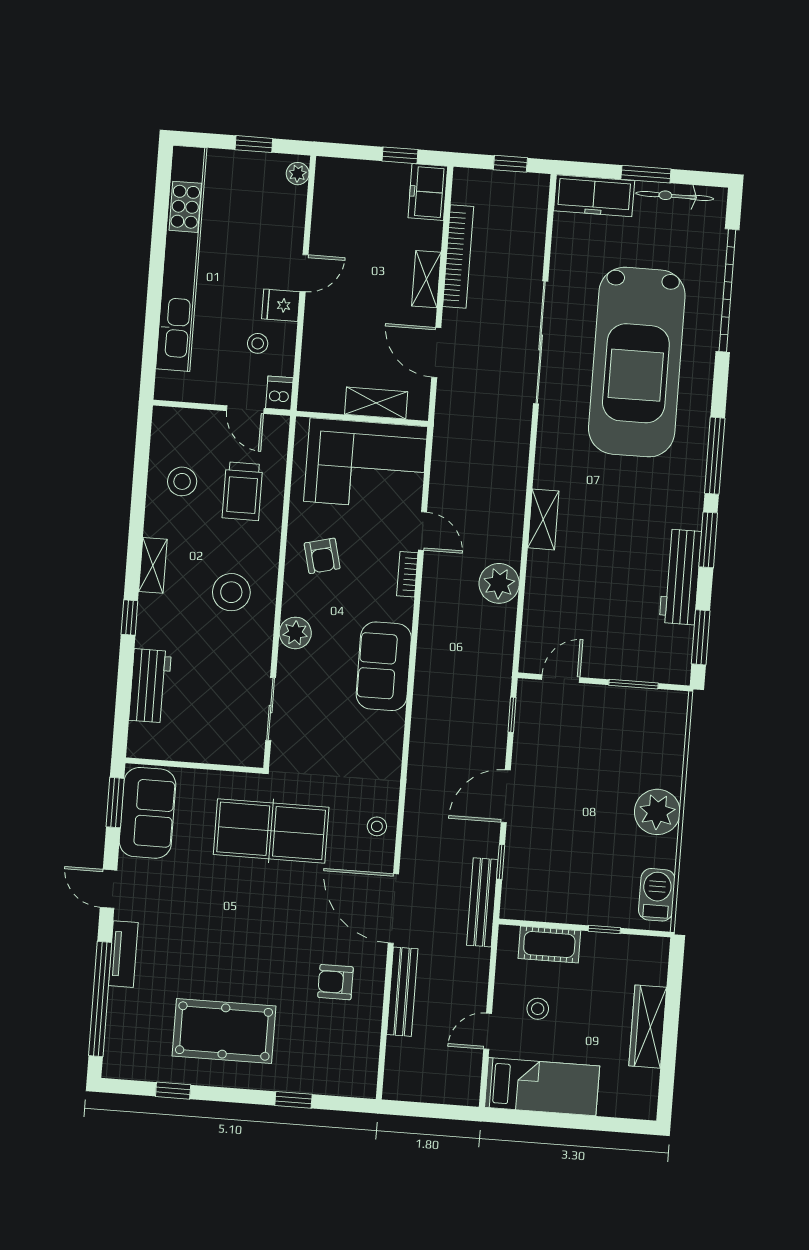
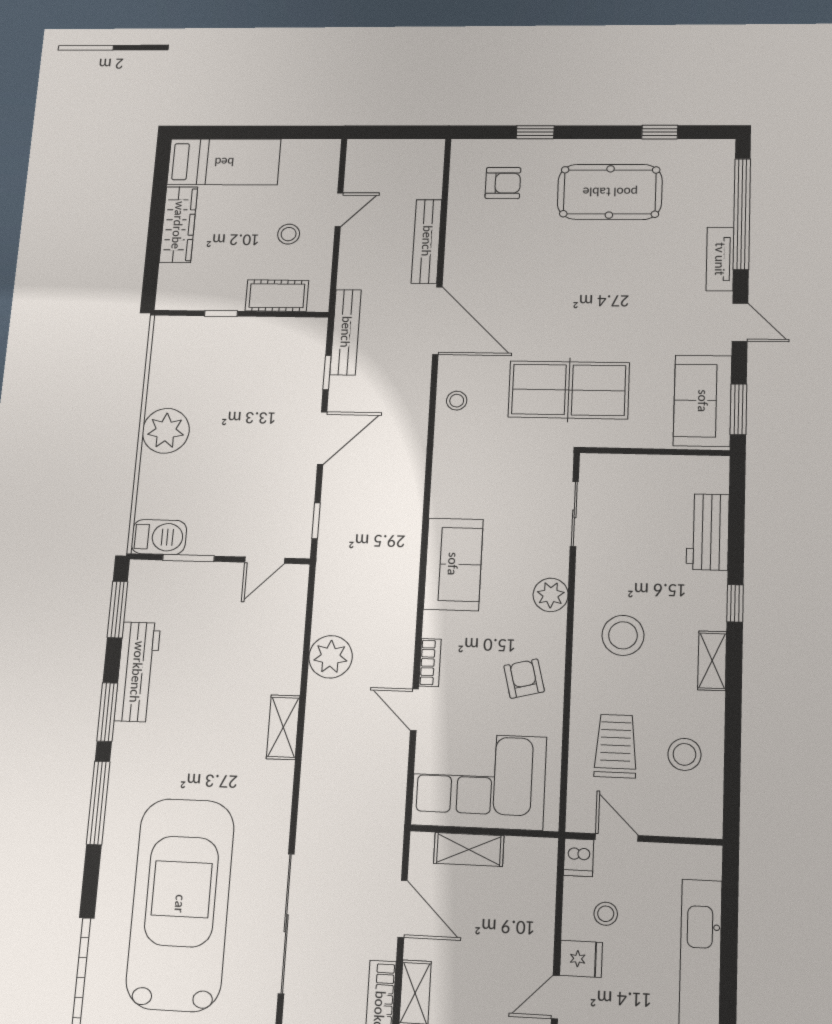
barbecue: (657, 895) -> (159, 537), moved, turned -90
armchair: (335, 982) -> (503, 183), moved
bed: (542, 1087) -> (224, 162), moved, turned 180

